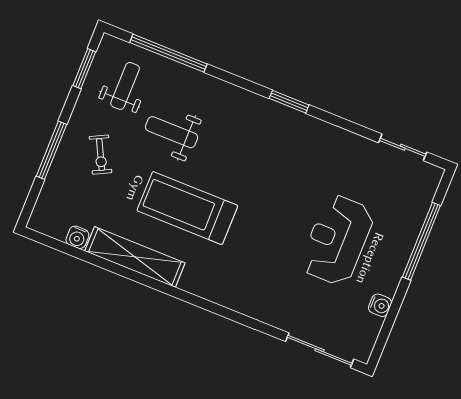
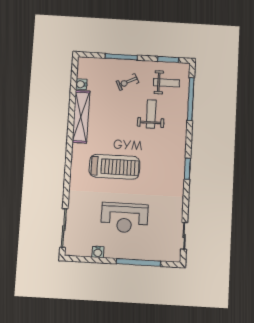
treadmill: (187, 208) -> (114, 167), moved, turned 90
reception desk: (337, 240) -> (124, 218), turned 180

